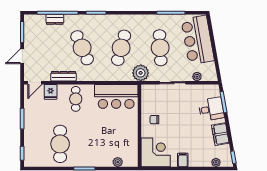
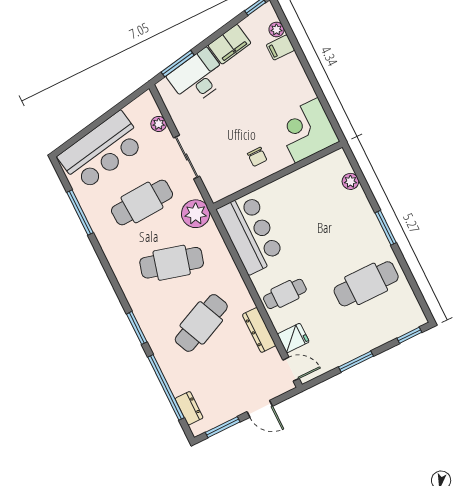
dresser: (55, 19) -> (189, 408), moved
desk: (211, 109) -> (198, 77), width x1.37
filing cabinet: (183, 160) -> (280, 47), moved

